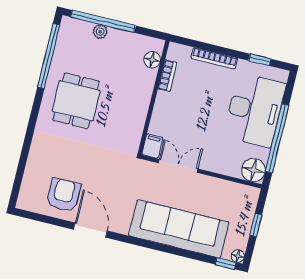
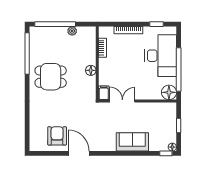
plant: (100, 32) -> (72, 31), moved
floor lamp: (152, 60) -> (91, 70), moved
dining table: (76, 101) -> (51, 77), turned 90
sofa: (179, 229) -> (132, 142), width x0.54, depth x0.79

